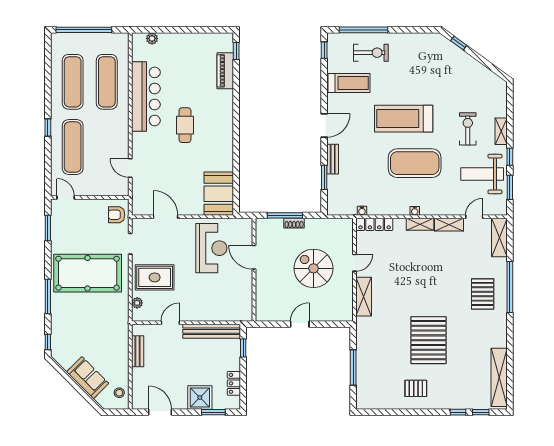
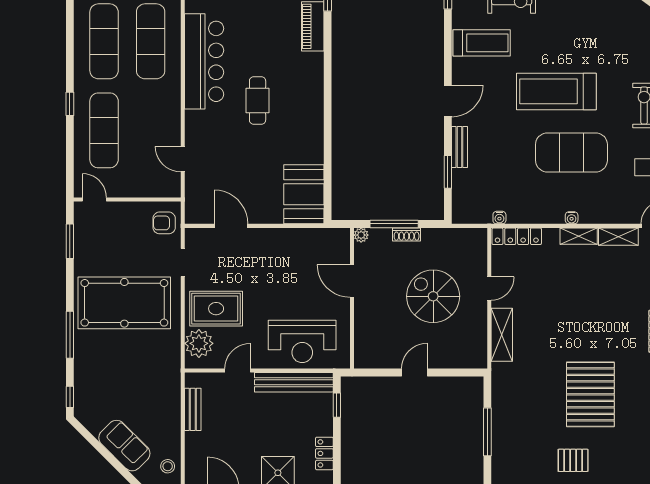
plant: (261, 224) -> (361, 235), added
reception desk: (211, 248) -> (302, 341), moved, turned 90
plant: (137, 303) -> (199, 343), width x1.88, depth x1.88

